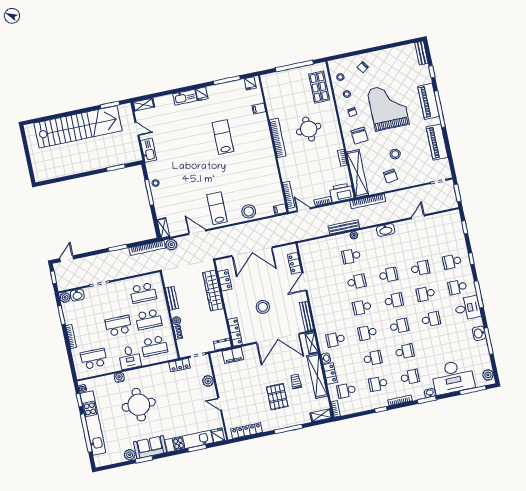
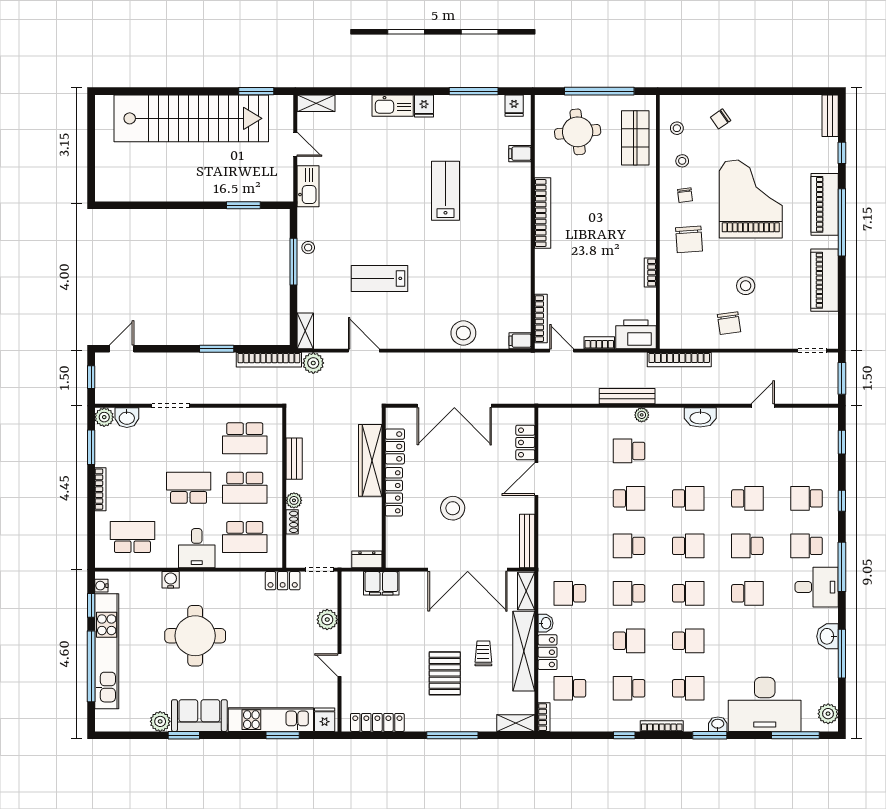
round table: (309, 129) -> (578, 132), moved
shelving: (357, 174) -> (671, 306), removed
lab bench: (217, 208) -> (379, 278), moved, turned -90
locker: (235, 332) -> (394, 492), moved

